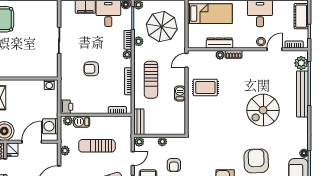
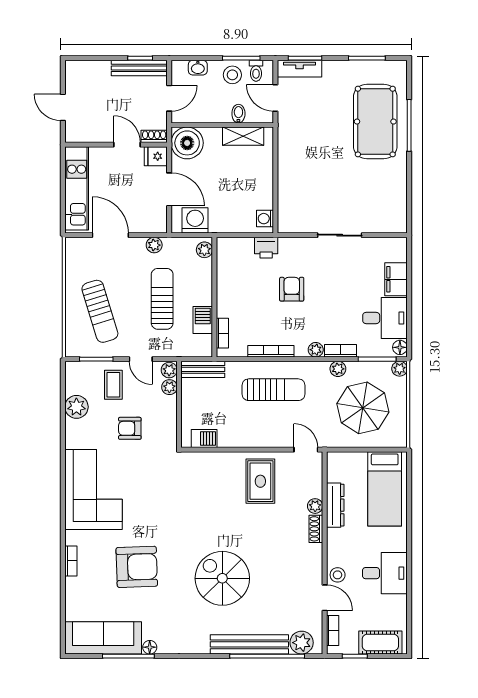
sun lounger: (151, 80) -> (274, 390), turned 180
barbecue: (180, 94) -> (204, 439), moved
printer: (66, 107) -> (266, 248), moved
barbecue: (82, 122) -> (203, 320), moved
plant: (162, 142) -> (169, 387), moved

